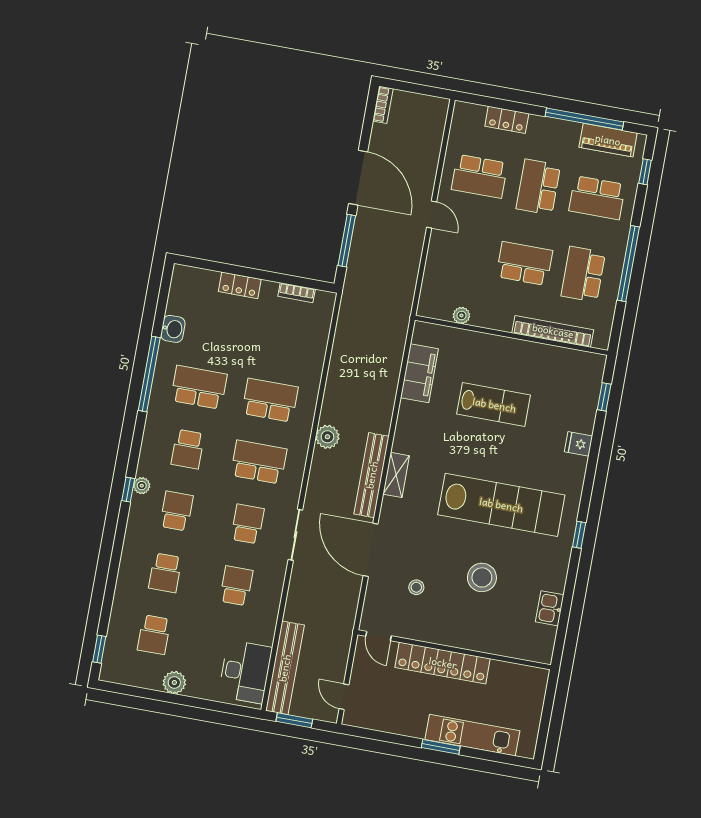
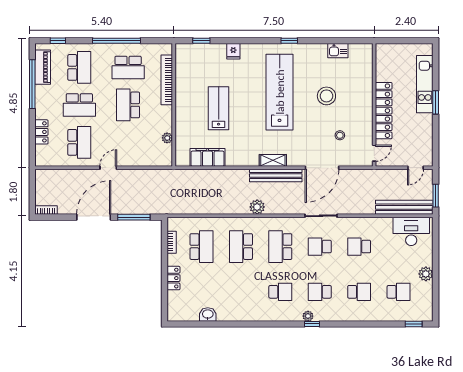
window: (149, 374) -> (238, 324), removed
school desk: (199, 387) -> (202, 247), moved, turned 180

